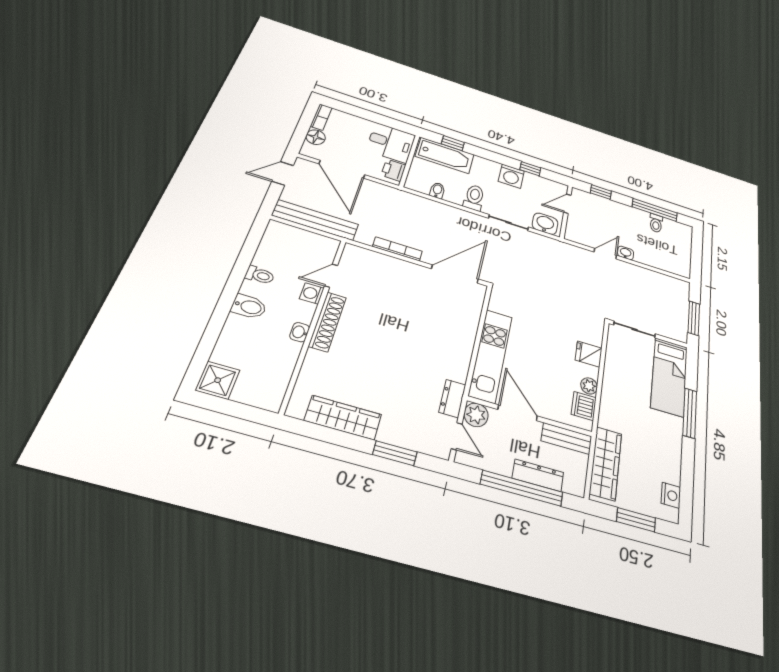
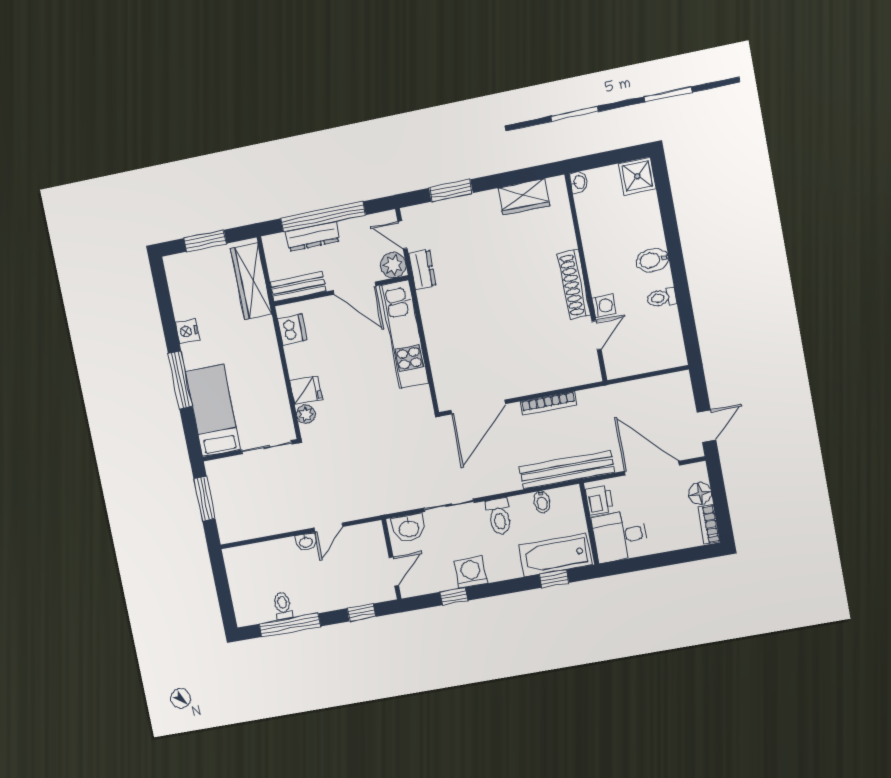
bench: (315, 220) -> (567, 470), moved
washbasin: (300, 332) -> (579, 182), moved
plant: (589, 386) -> (306, 414), moved
wardrobe: (343, 418) -> (524, 197), width x0.67
nightstand: (671, 495) -> (187, 331), moved

